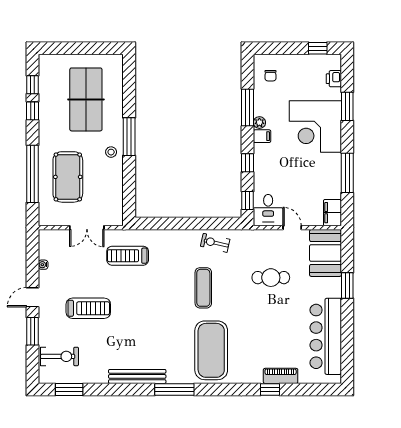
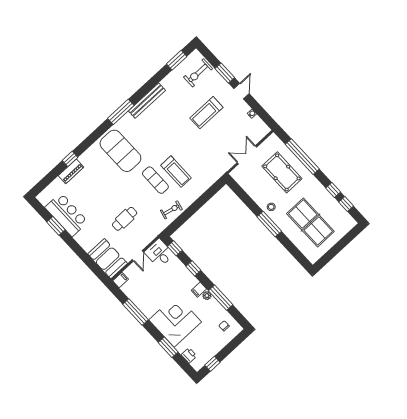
filing cabinet: (332, 213) -> (121, 280), width x0.50
door: (292, 228) -> (138, 256), hinge flipped
treadmill: (128, 256) -> (176, 172), moved, turned 90
window: (347, 285) -> (56, 226), moved
bar counter: (326, 336) -> (67, 215), width x0.73

